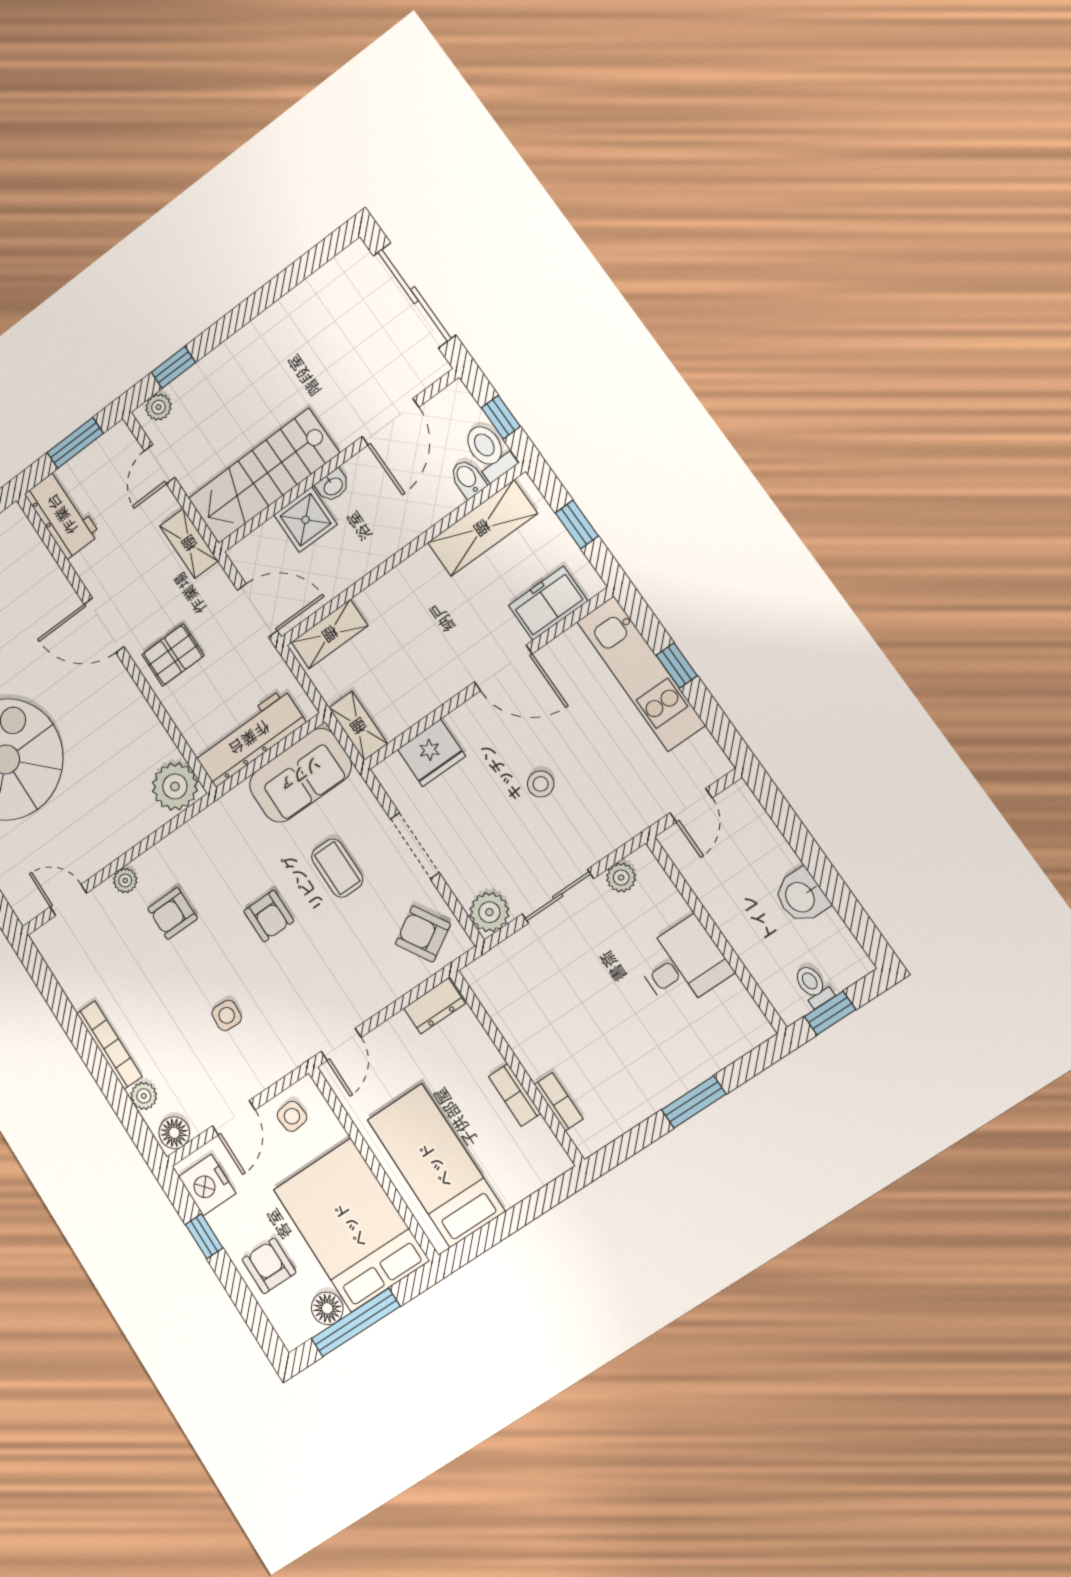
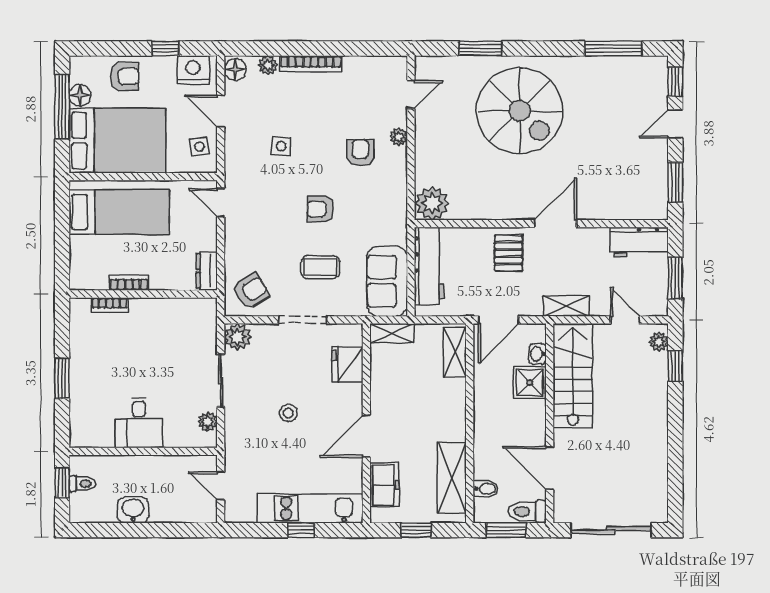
window: (501, 417) -> (506, 530), width x1.50
toilet: (489, 451) -> (527, 512), moved, turned 180
washbasin: (333, 486) -> (538, 354), moved

